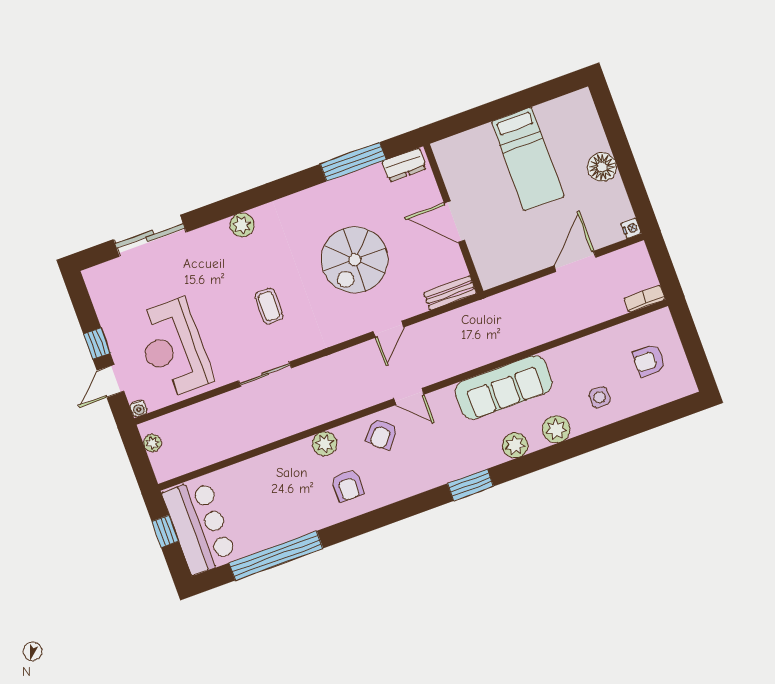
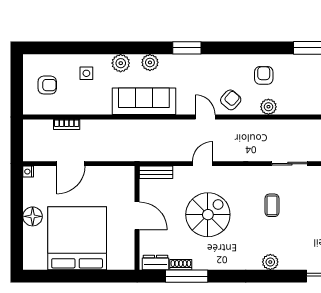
bed: (528, 159) -> (77, 238), width x2.04
shoe rack: (367, 175) -> (181, 265), added
bookcase: (645, 299) -> (67, 125), moved

